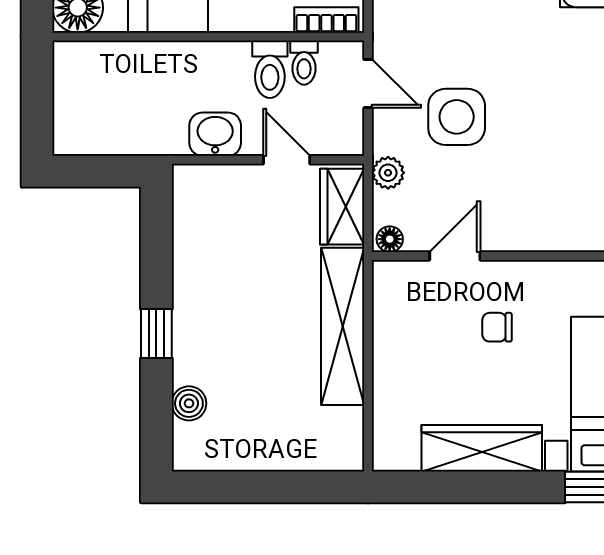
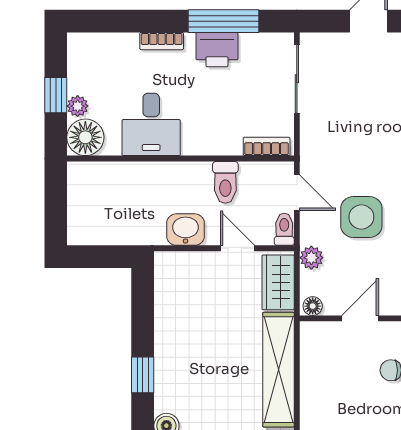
toilet: (304, 63) -> (284, 229), moved, turned 180

